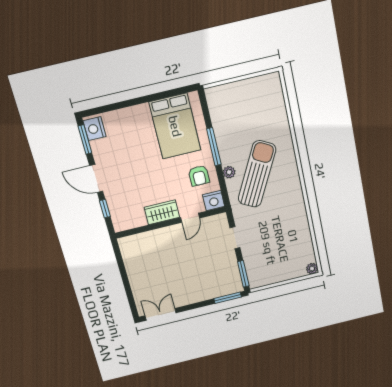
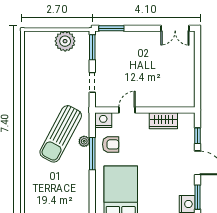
window: (214, 147) -> (92, 154), moved
armchair: (199, 176) -> (111, 144), turned 90
wardrobe: (162, 212) -> (163, 121), moved
plant: (312, 269) -> (65, 41), moved, width x1.88, depth x1.88

